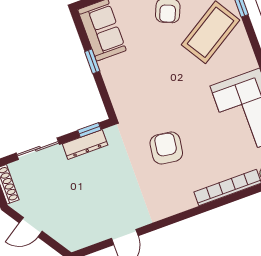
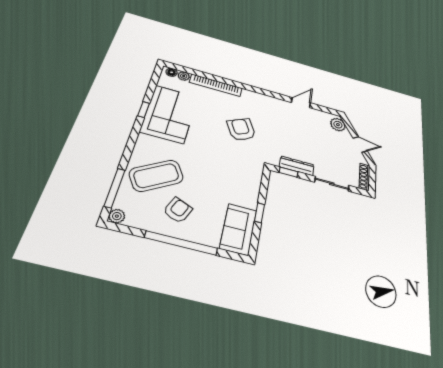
armchair: (166, 148) -> (241, 129), turned 145
plant: (68, 237) -> (338, 125), added

